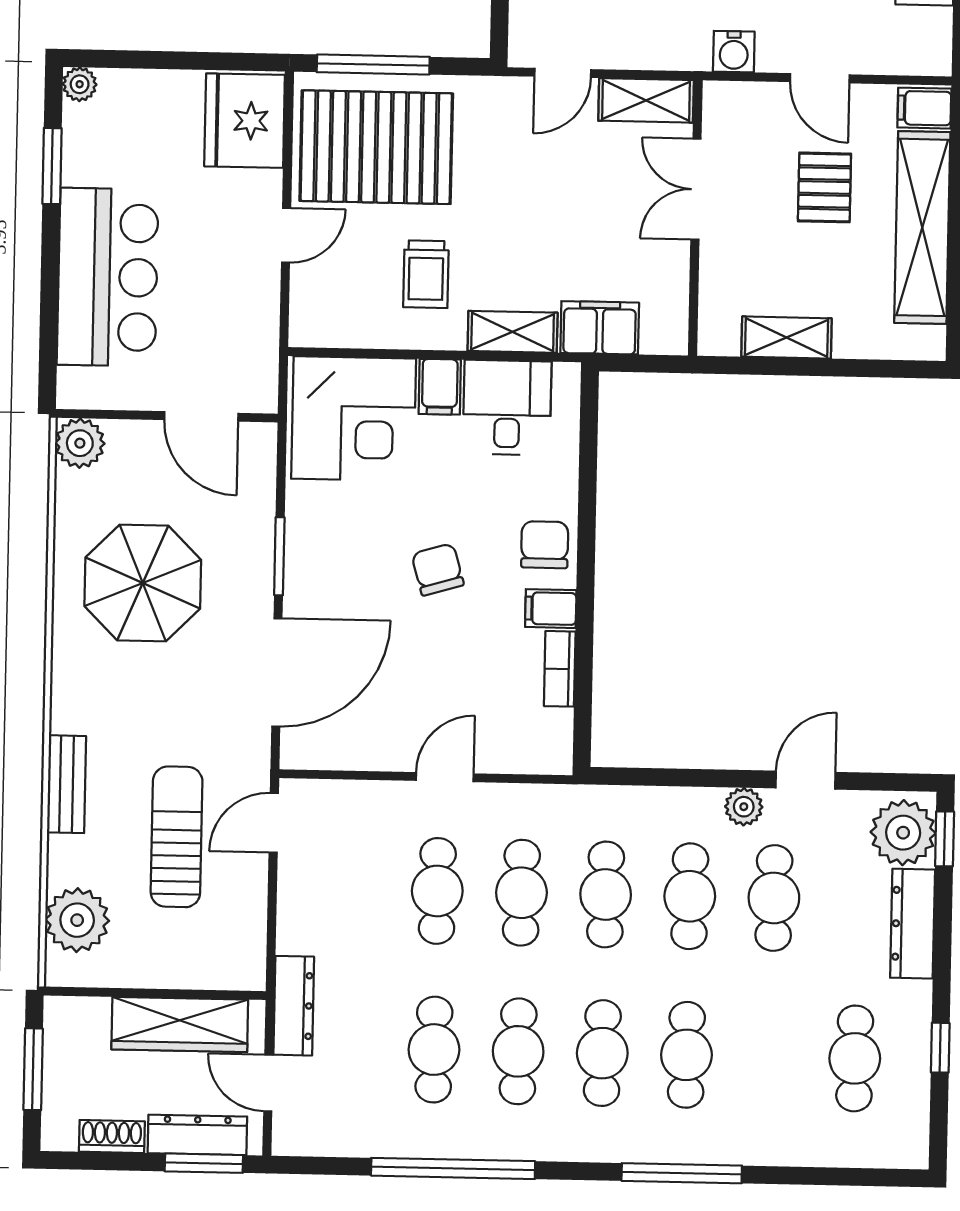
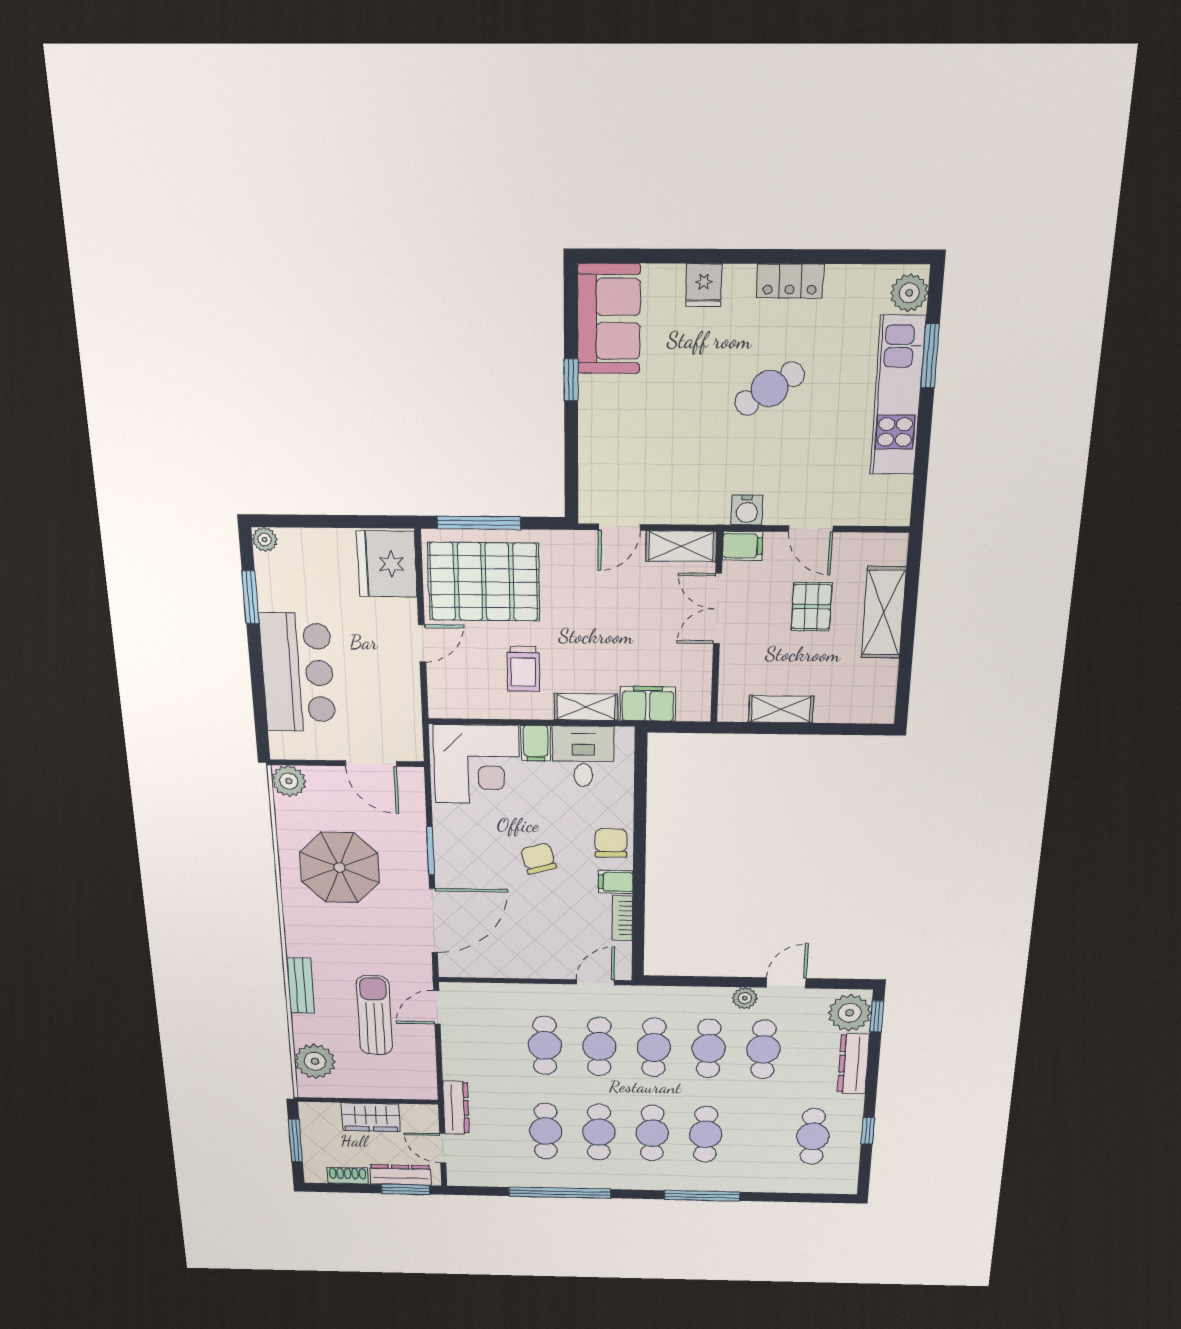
filing cabinet: (924, 108) -> (743, 546), moved, turned 180
shelving: (922, 227) -> (884, 613), width x0.68
door: (445, 777) -> (595, 982), moved
wardrobe: (180, 1025) -> (371, 1117), width x0.67

